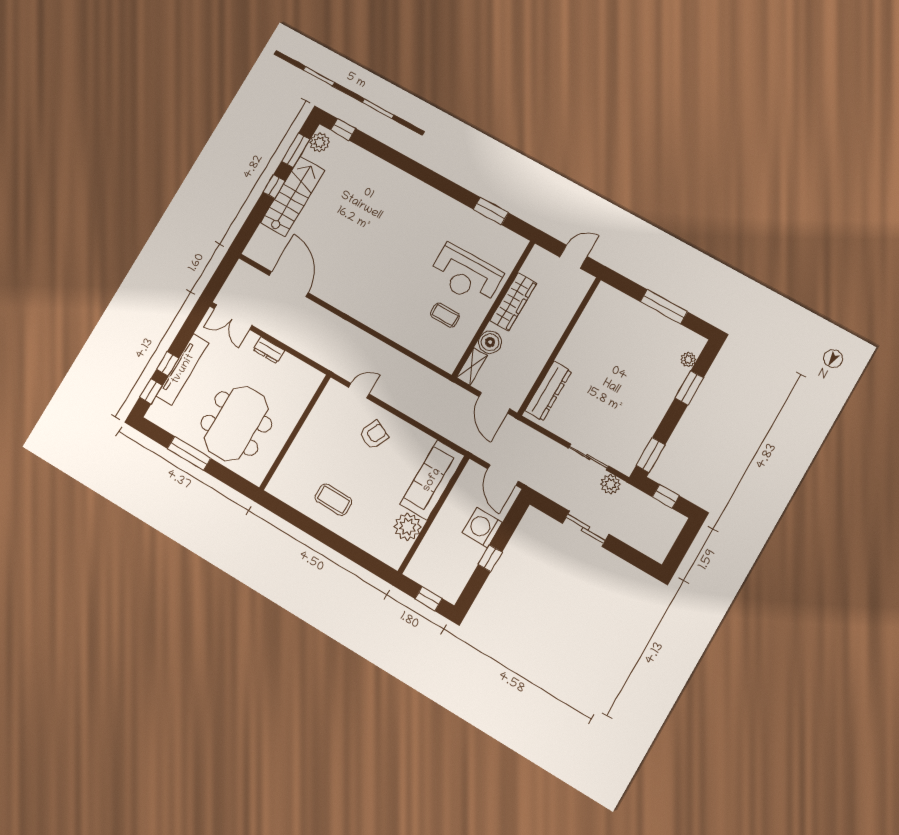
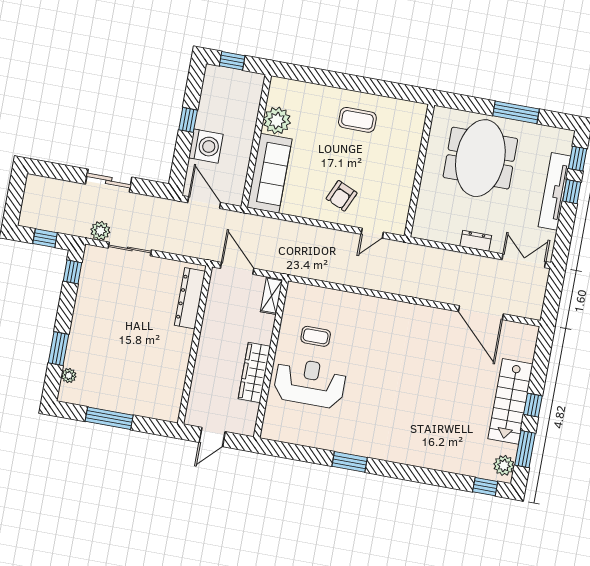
window: (491, 211) -> (350, 462), moved
boiler: (490, 342) -> (262, 325), removed
window: (651, 455) -> (72, 272), width x0.67

